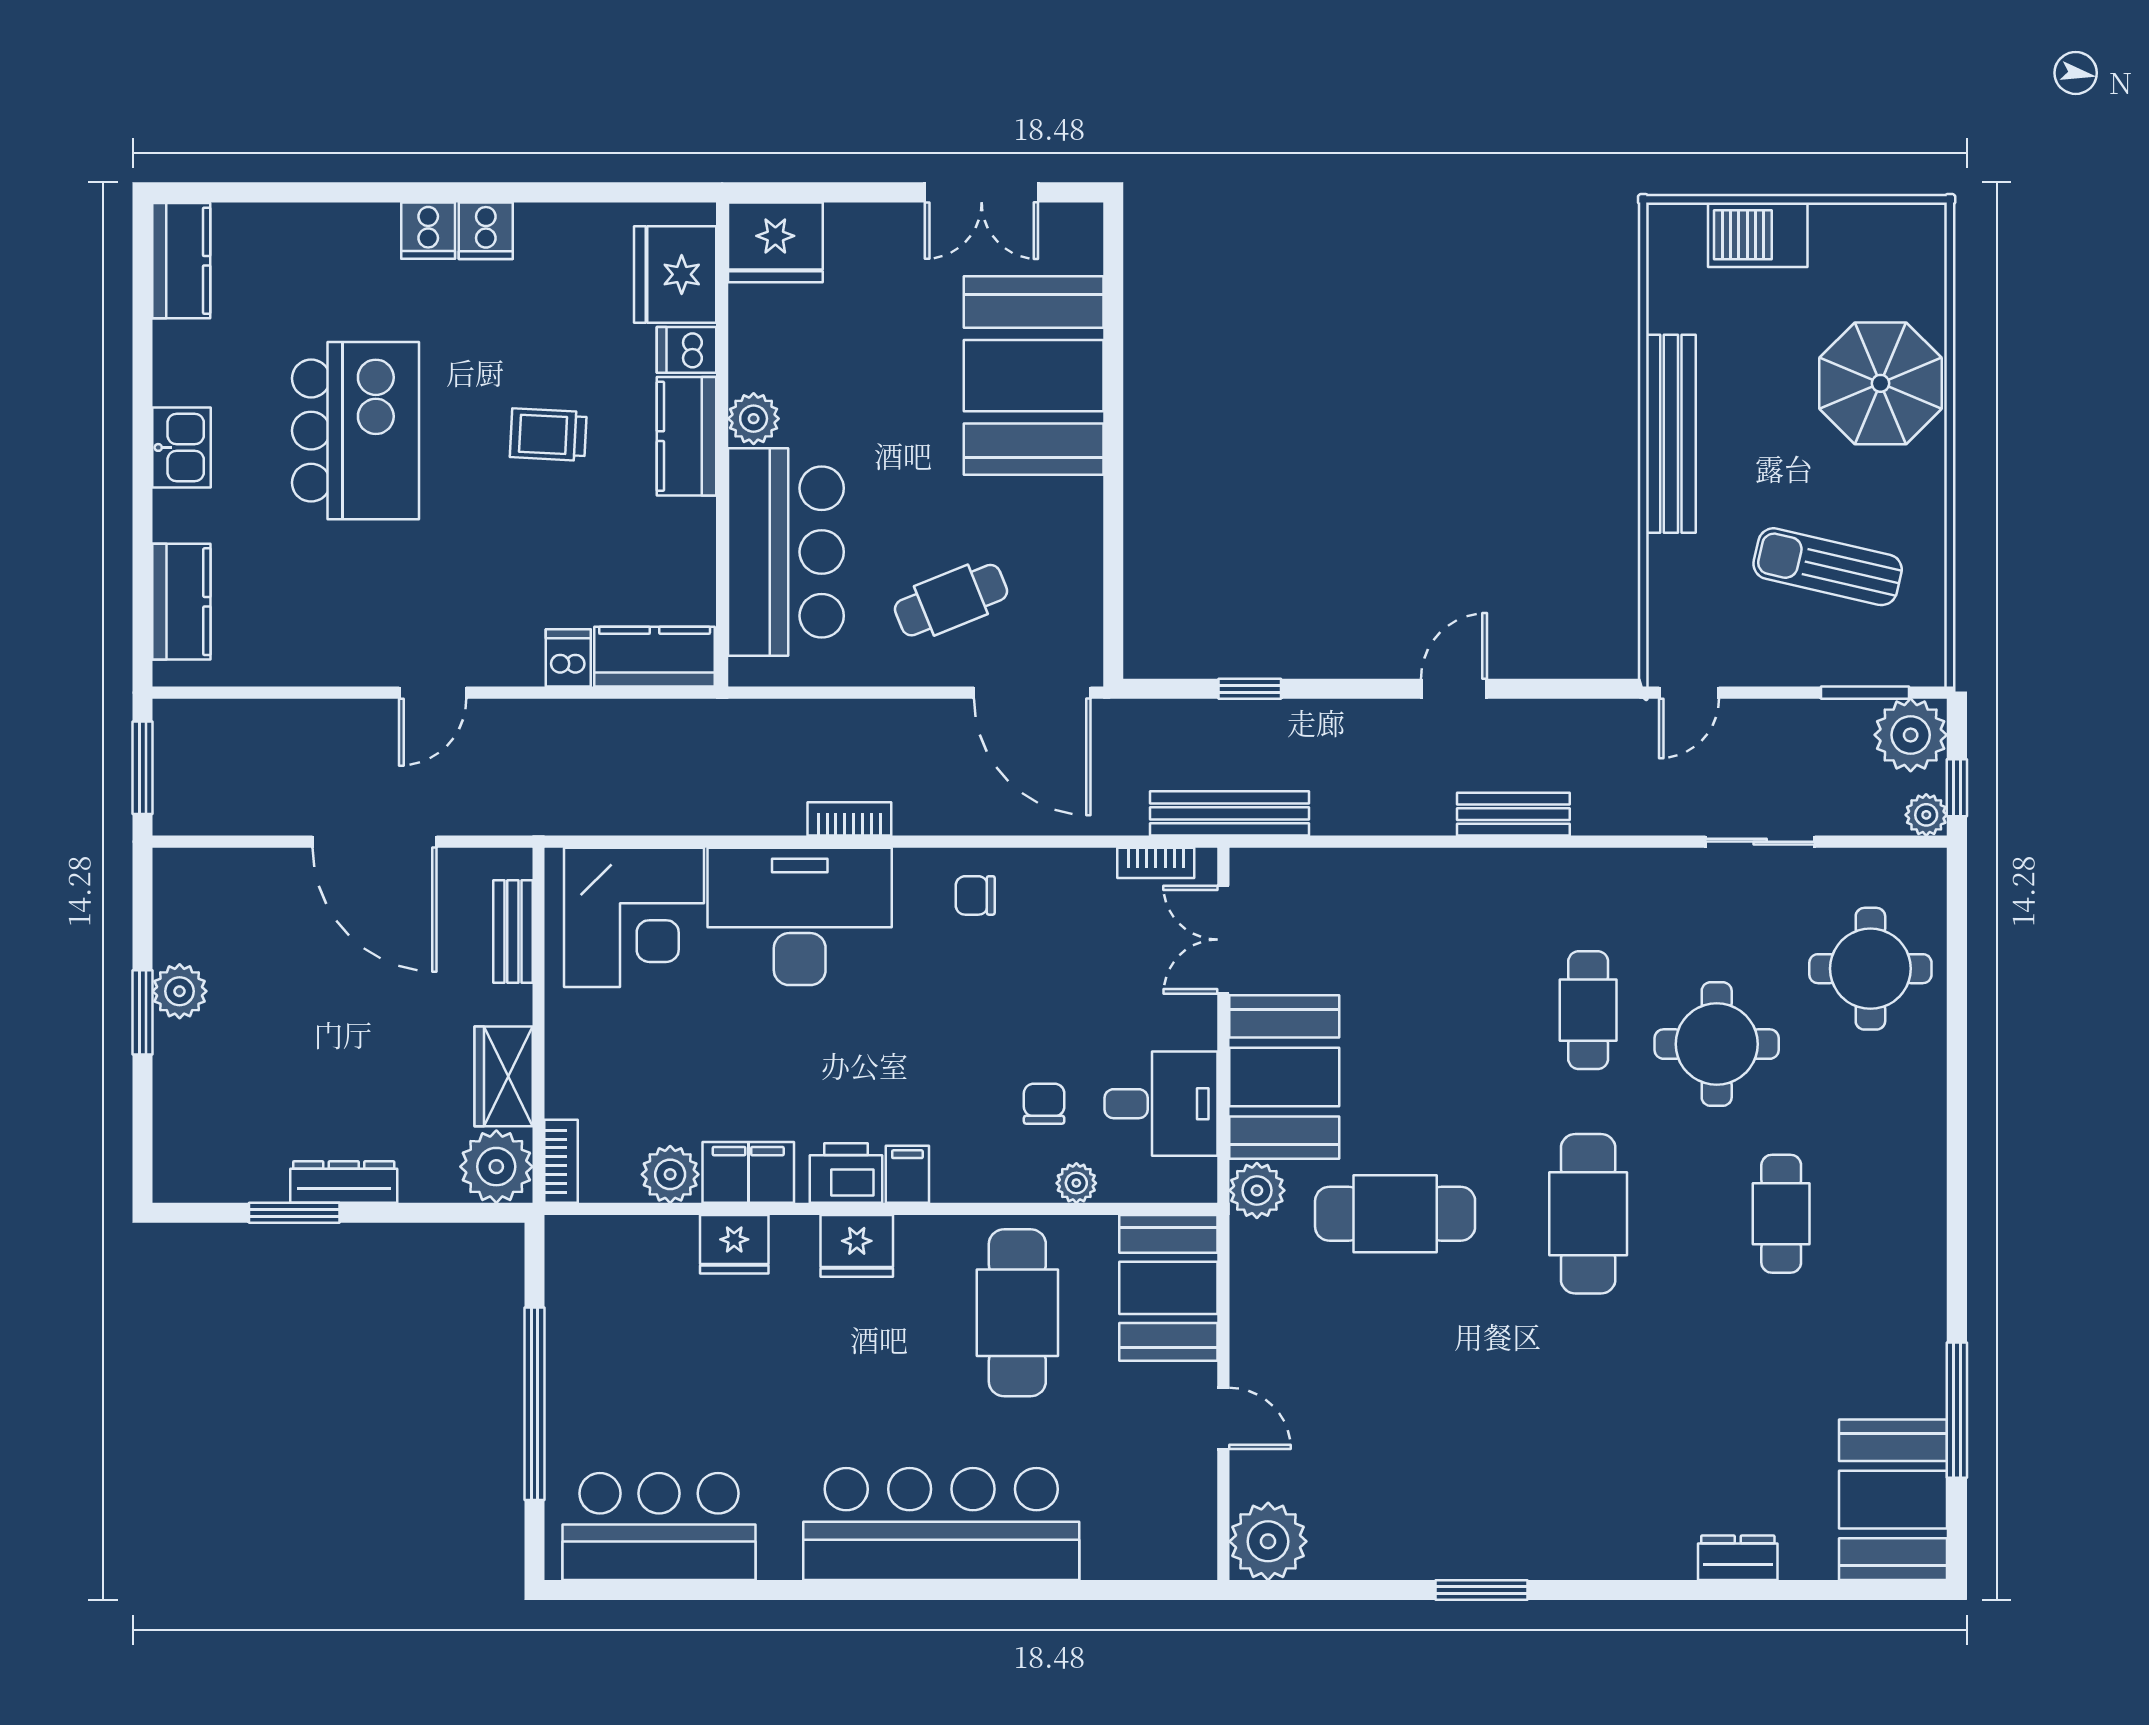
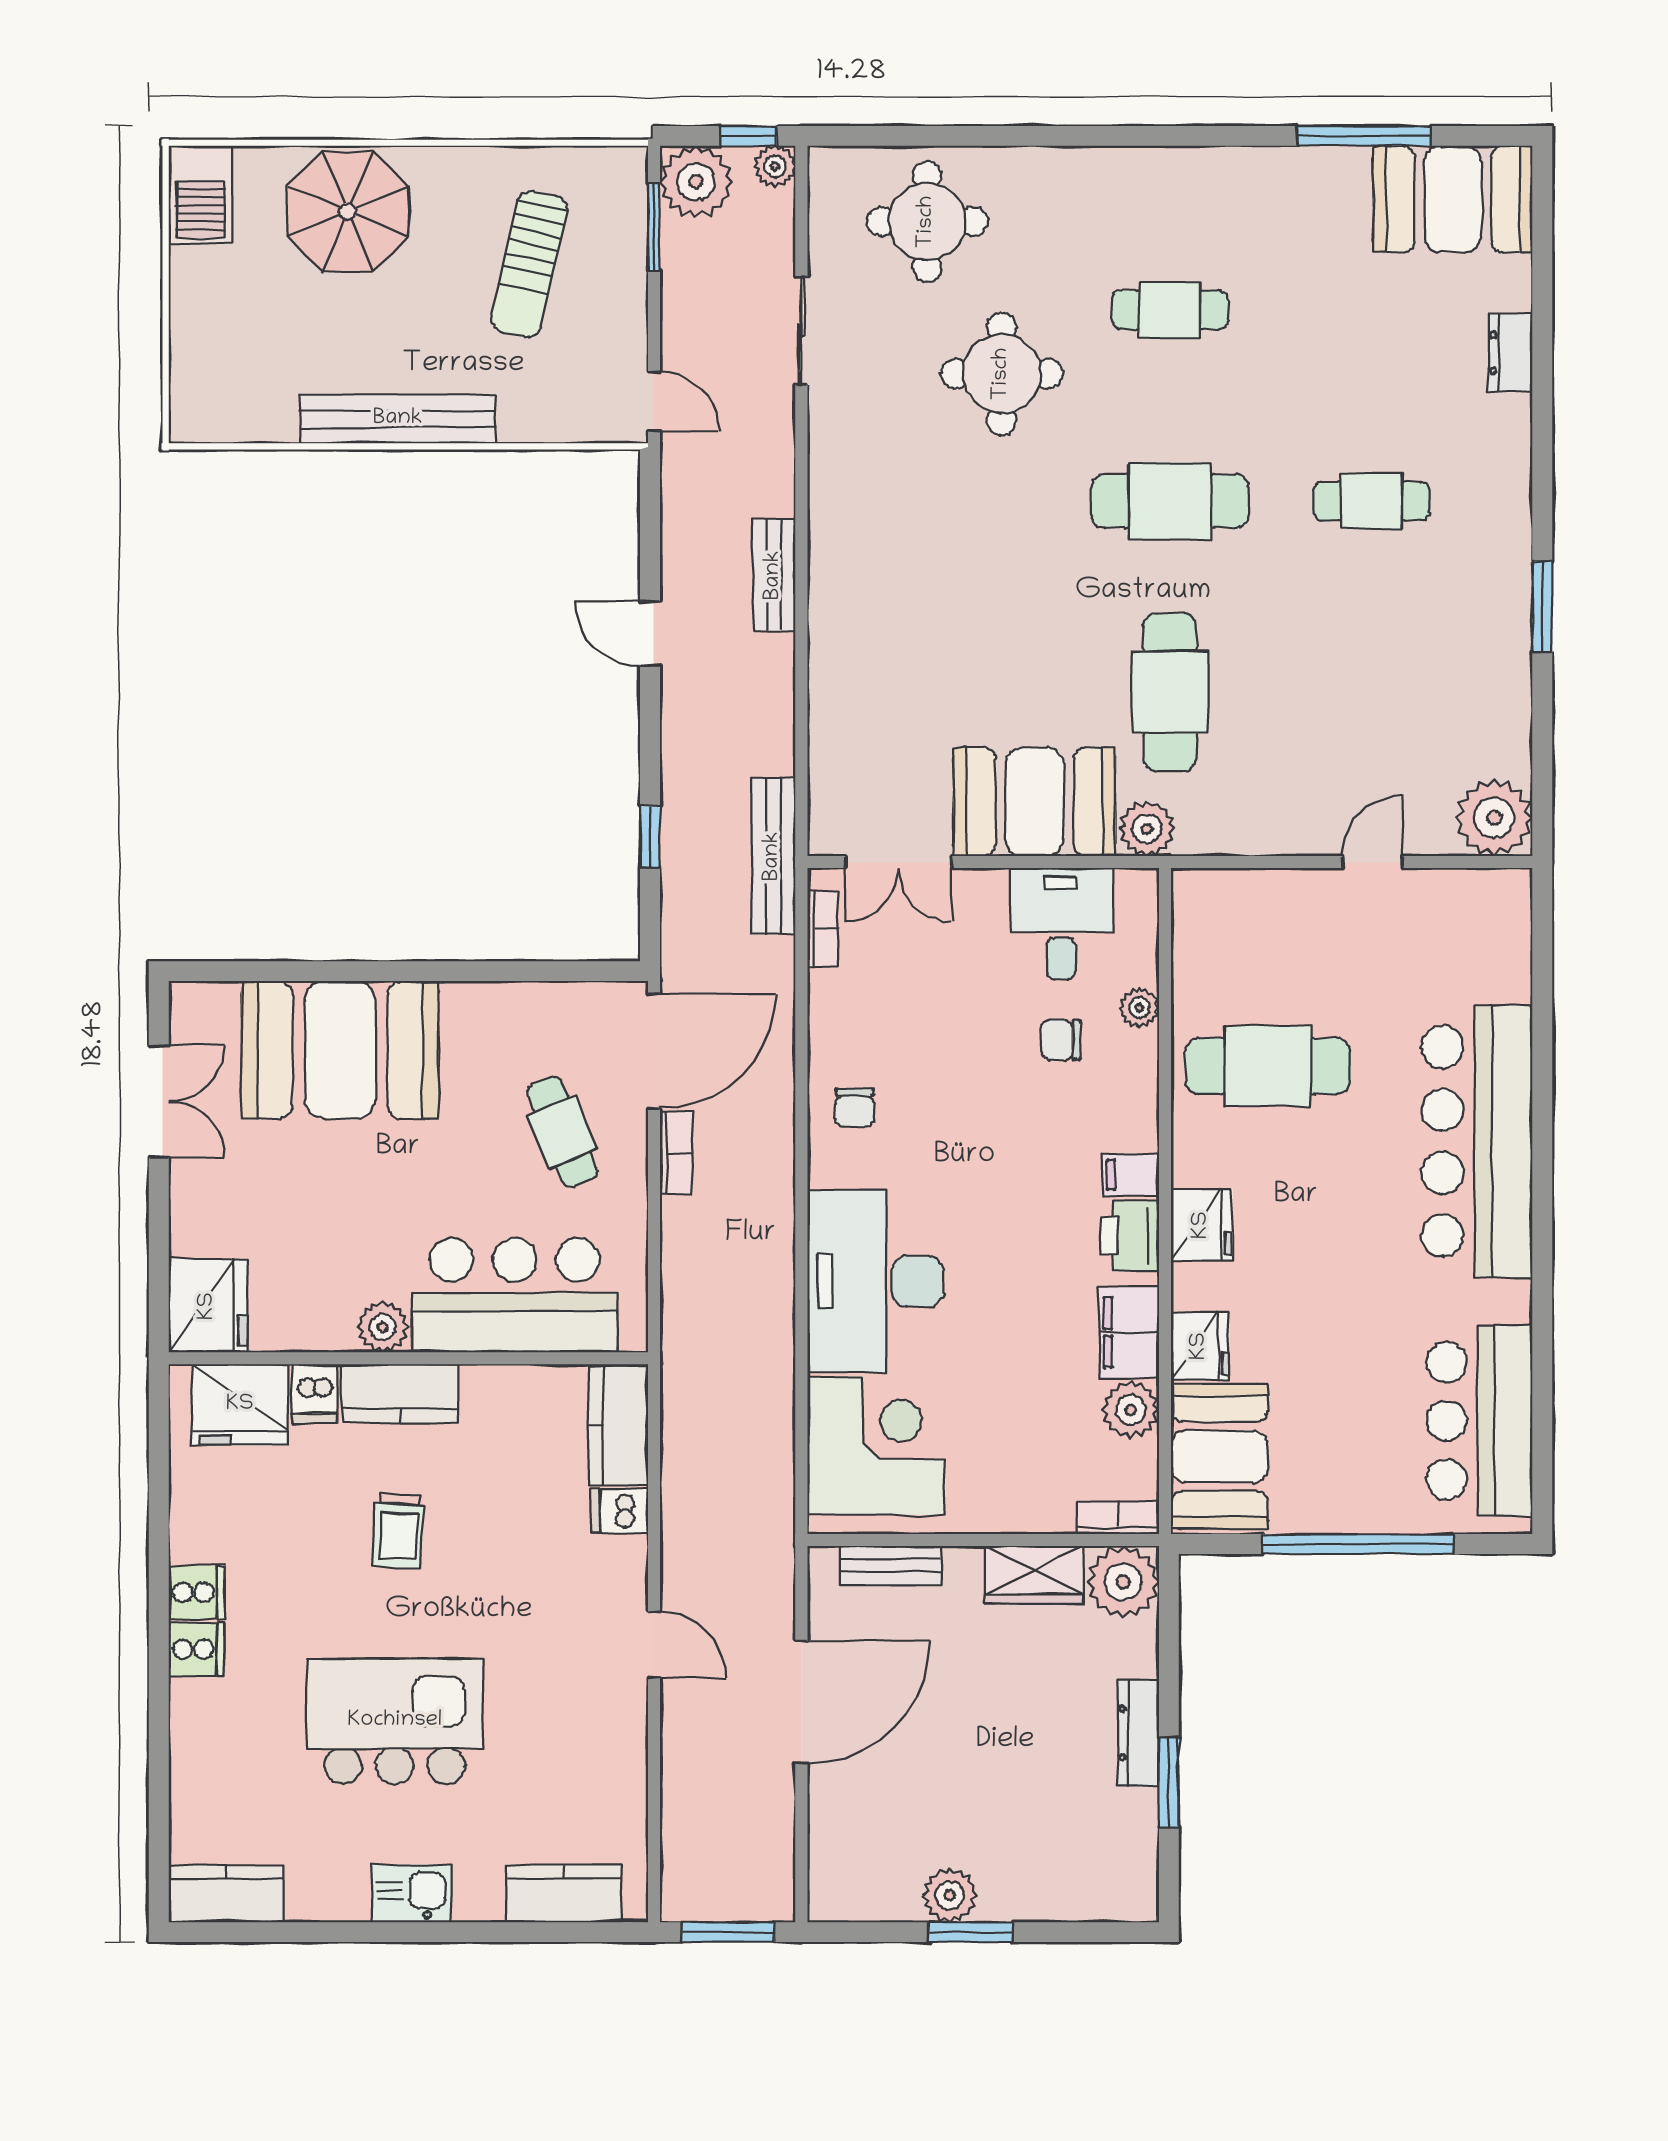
barbecue: (1758, 235) -> (201, 195), moved
bookcase: (849, 819) -> (676, 1153), moved, turned 180
cafe table: (1588, 1010) -> (1371, 501), moved
booth: (1168, 1288) -> (1219, 1456), moved, turned 90

